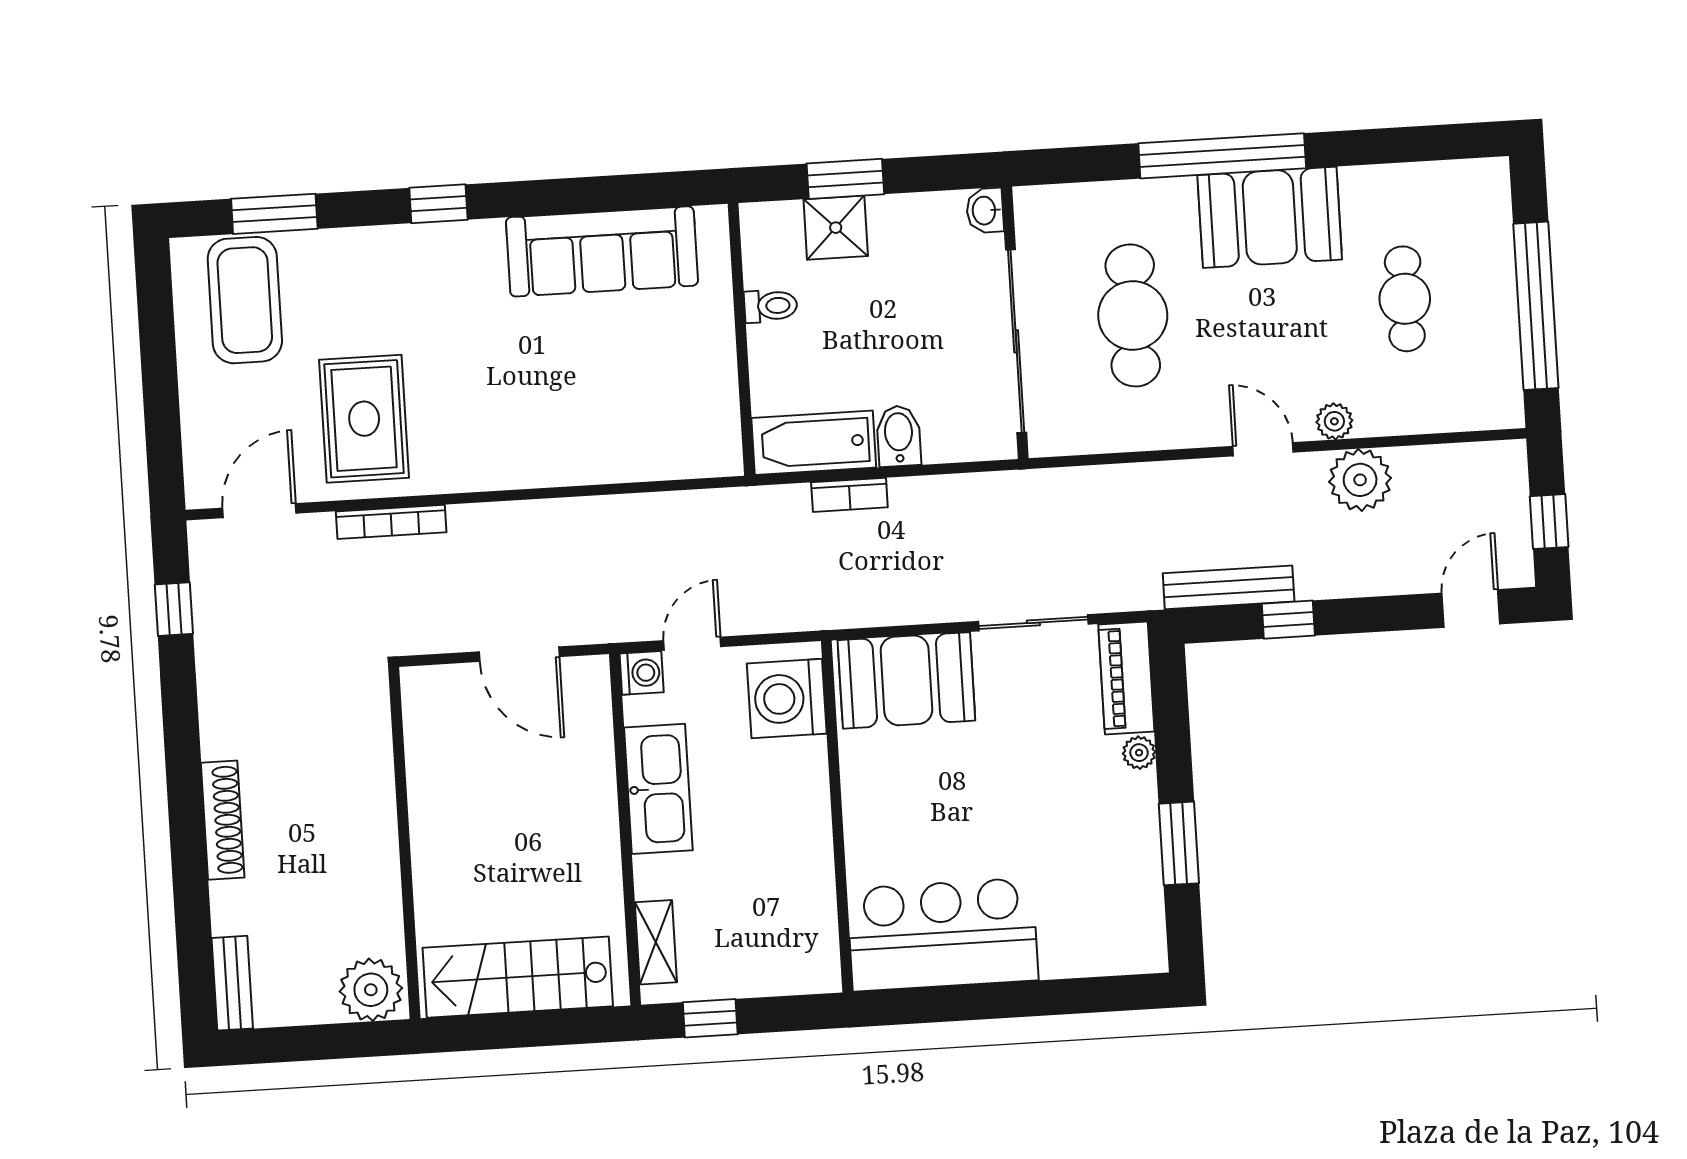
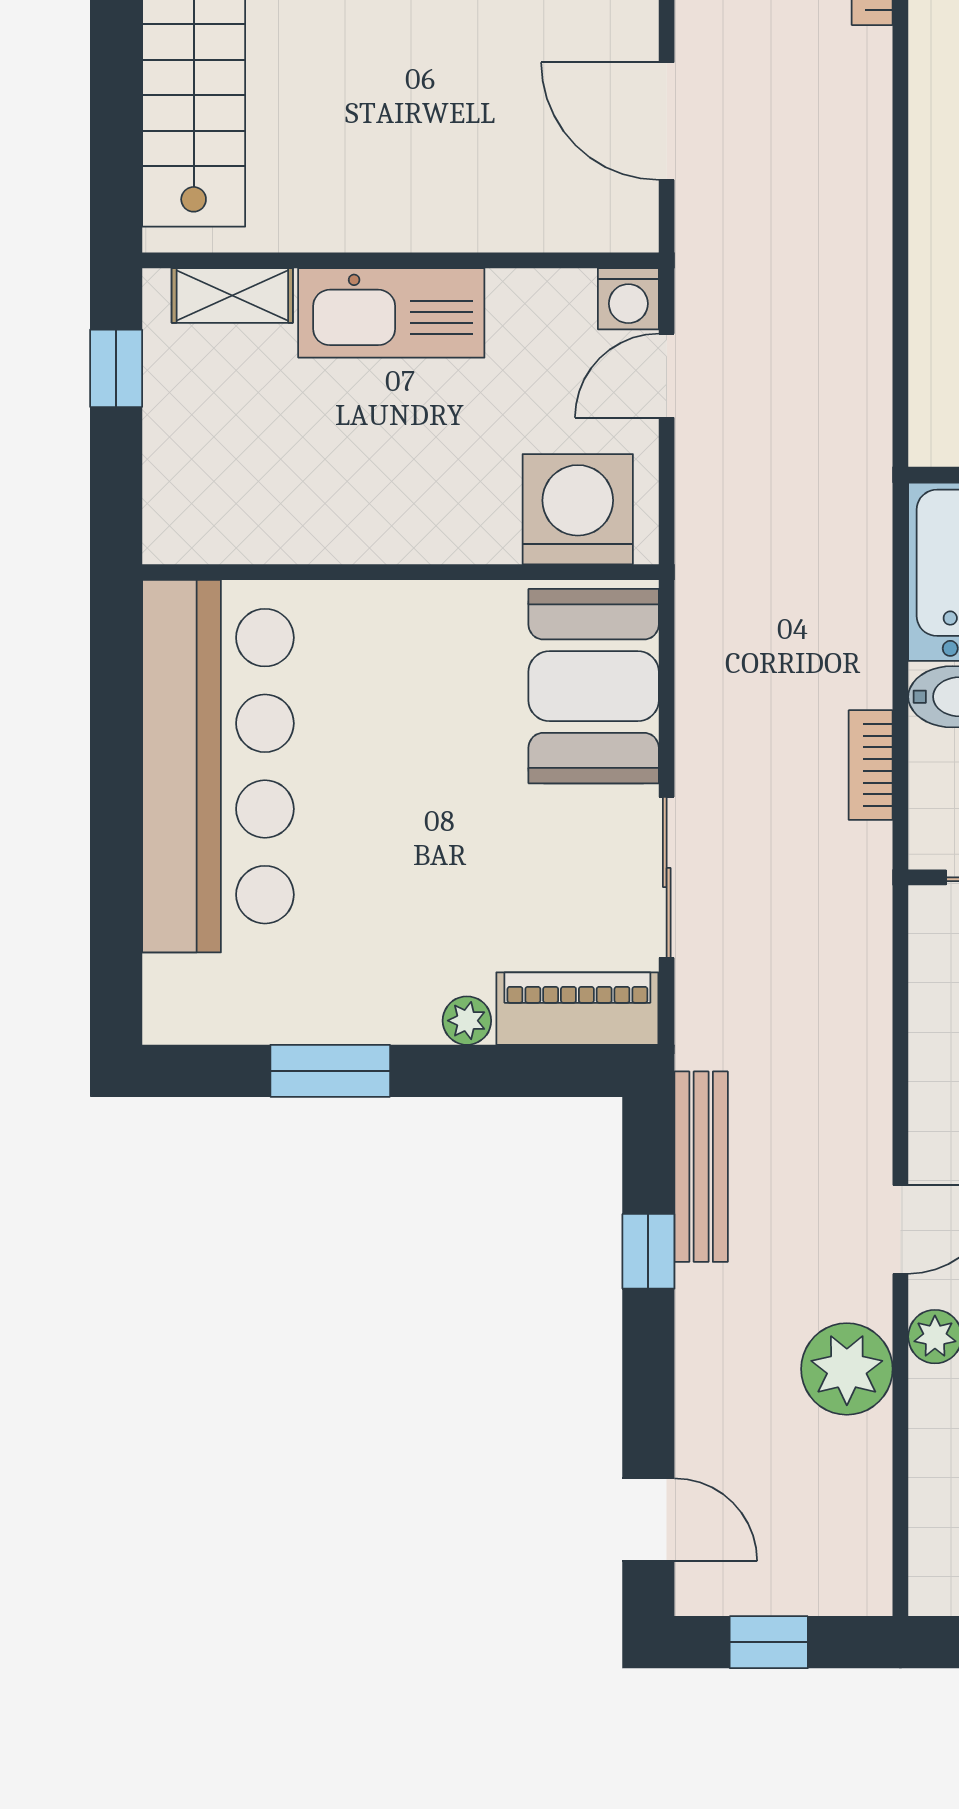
bookcase: (849, 495) -> (871, 765), moved
door: (692, 644) -> (667, 376), swing flipped
door: (519, 654) -> (667, 121), hinge flipped
kitchen sink: (658, 789) -> (391, 313), moved
bar counter: (943, 935) -> (218, 766), width x1.36

